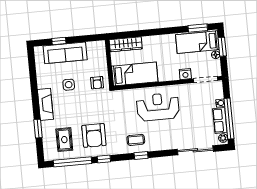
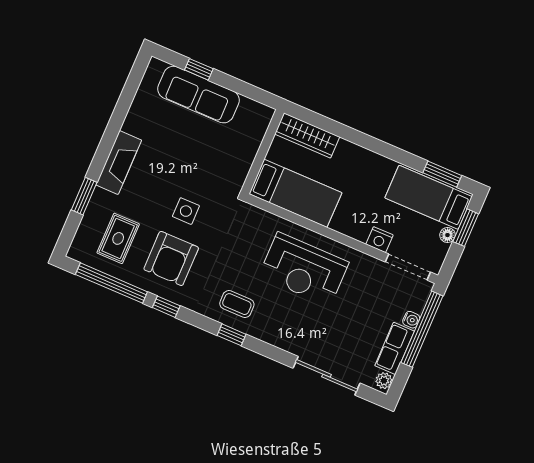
armchair: (97, 83) -> (225, 173), removed
side table: (69, 85) -> (186, 211), moved
reception desk: (158, 107) -> (304, 269), turned 180
window: (229, 119) -> (422, 329), moved

